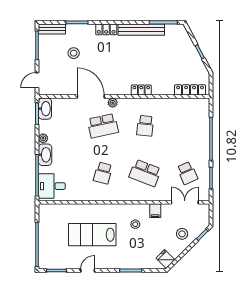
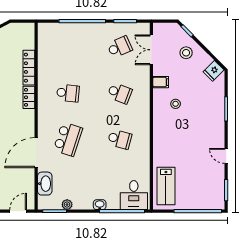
door: (37, 80) -> (18, 211), swing flipped
locker: (190, 90) -> (29, 68), moved
plant: (113, 103) -> (43, 129), removed
washbasin: (45, 109) -> (45, 184), moved, turned 90
school desk: (103, 126) -> (68, 139), turned 30
plant: (43, 138) -> (67, 205), moved
washbasin: (45, 155) -> (100, 205), width x0.52, depth x0.69
school desk: (145, 173) -> (120, 93), width x0.54
lab bench: (92, 235) -> (166, 186), moved, width x0.73, depth x0.72

